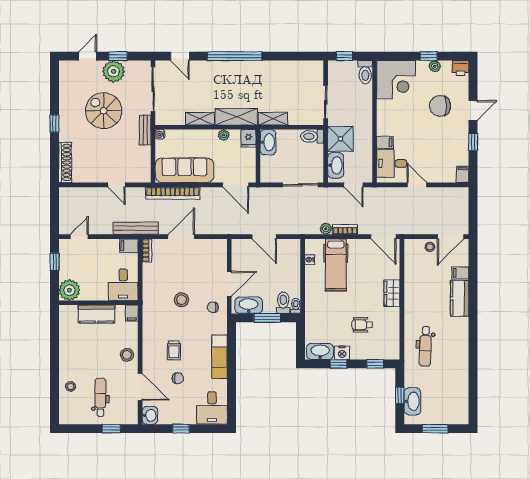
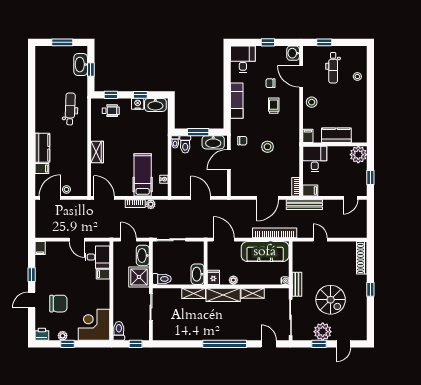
wheelchair: (362, 325) -> (111, 111), moved

